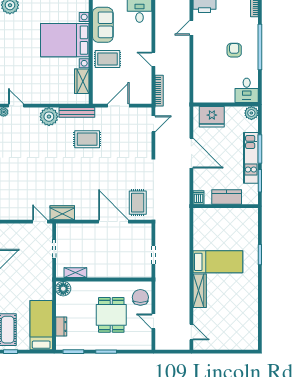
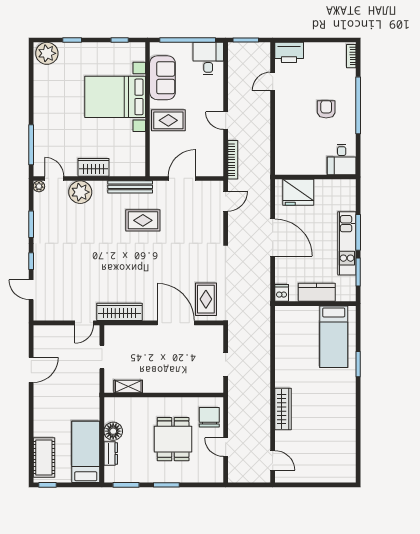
wardrobe: (82, 81) -> (94, 167), moved, turned 90
plant: (251, 113) -> (347, 188), removed
plant: (49, 117) -> (80, 192), moved
wardrobe: (62, 213) -> (120, 312), width x1.50
door: (40, 222) -> (84, 323), swing flipped
bed: (218, 262) -> (334, 337), moved, turned 90
floor lamp: (63, 289) -> (113, 431), moved

